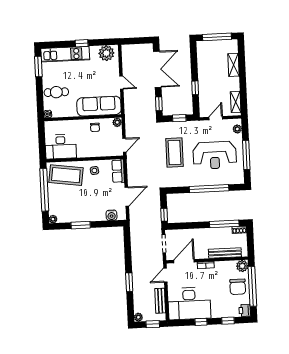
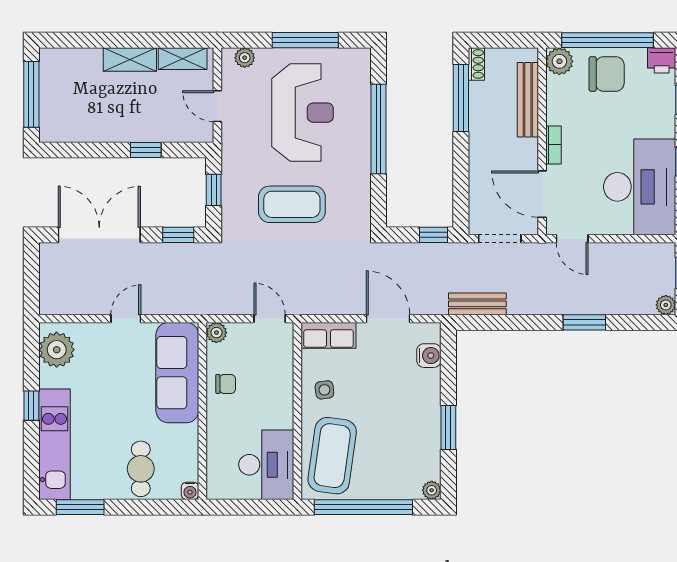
shelving: (234, 65) -> (130, 60), moved
bench: (160, 301) -> (477, 304), moved

